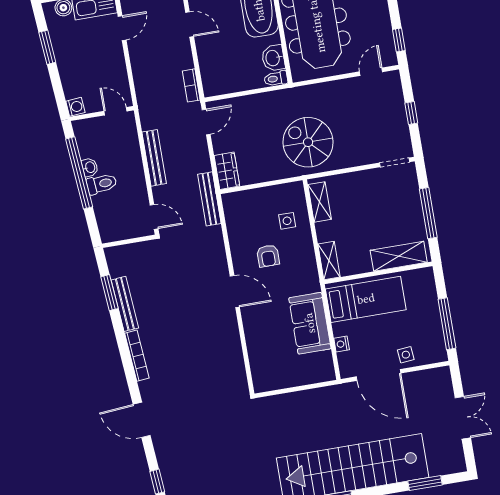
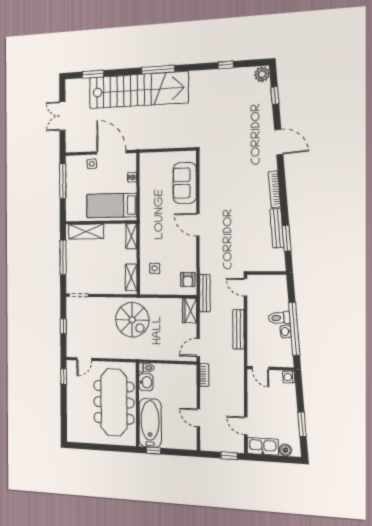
door: (122, 28) -> (246, 426), hinge flipped
armchair: (268, 256) -> (188, 280), moved, turned 180
sofa: (310, 323) -> (185, 183), moved, turned 180

